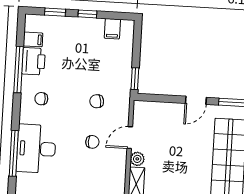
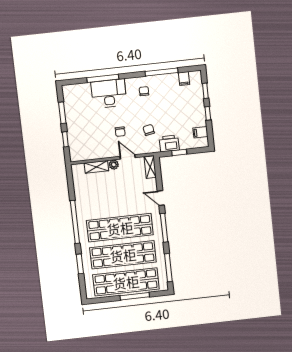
printer: (33, 61) -> (169, 143), moved, turned 180
window: (135, 79) -> (179, 152), moved
shelving: (150, 108) -> (150, 167), added

